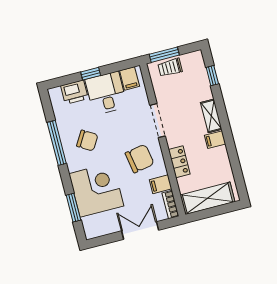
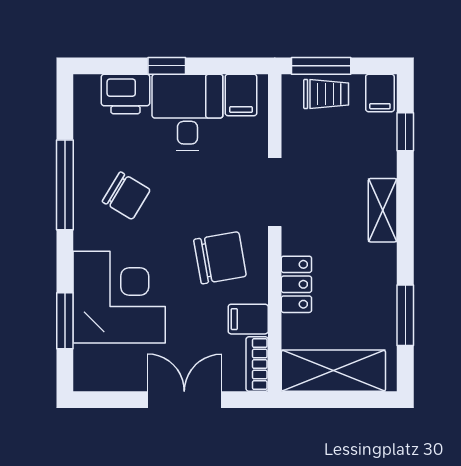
trolley: (170, 67) -> (326, 94), turned 180
filing cabinet: (215, 140) -> (380, 93), moved, turned -90
window: (235, 163) -> (405, 315), added

